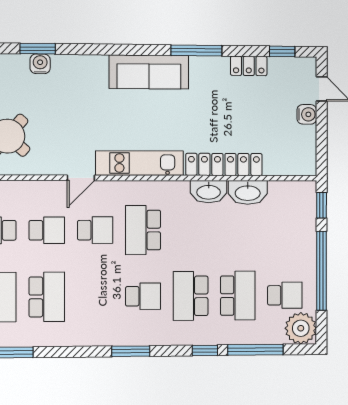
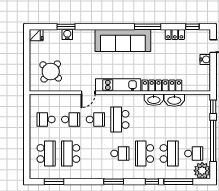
sofa: (149, 72) -> (123, 41), width x1.36, depth x1.27
school desk: (47, 297) -> (71, 153), turned 180

